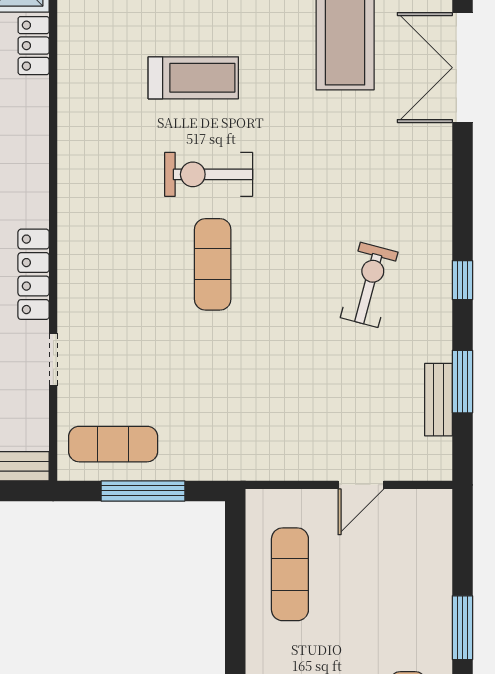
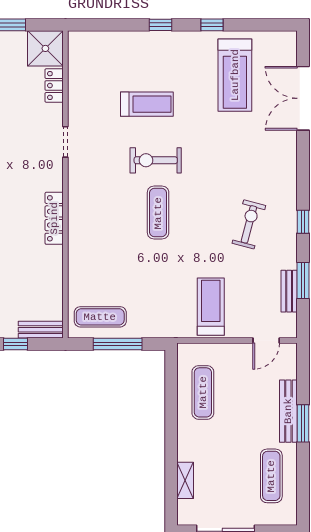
doorway: (53, 360) -> (65, 142), moved
treadmill: (303, 427) -> (211, 307), added
door: (361, 485) -> (266, 341), moved
bench: (437, 606) -> (288, 411), added

